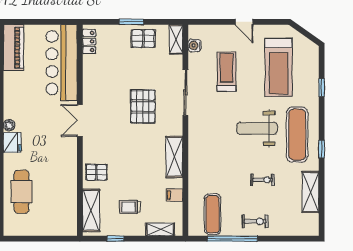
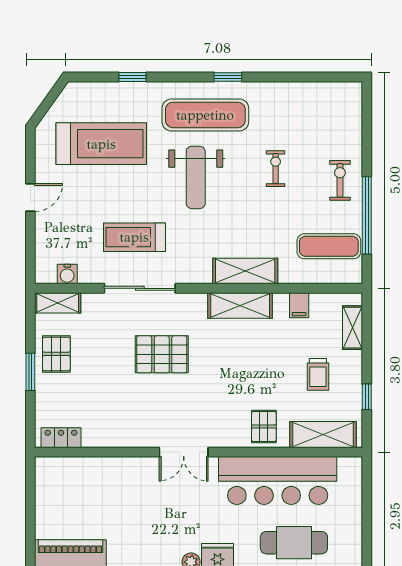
bar counter: (62, 63) -> (278, 481), moved
treadmill: (227, 72) -> (134, 237), moved
shelving: (311, 192) -> (245, 271), moved

